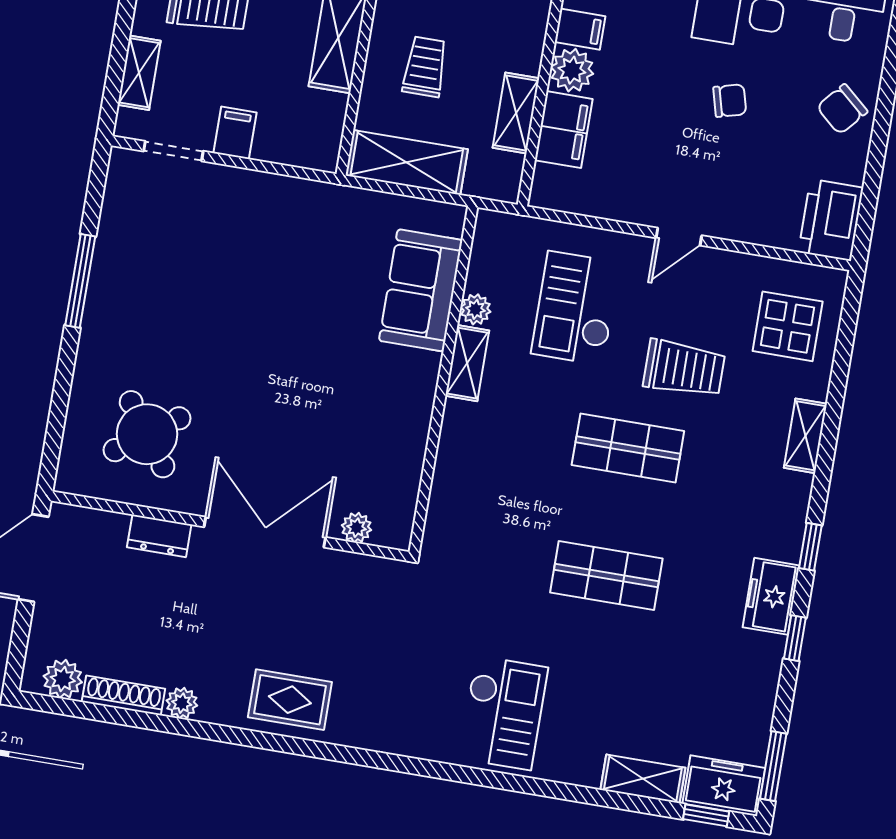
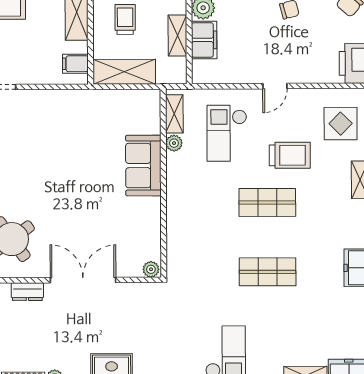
filing cabinet: (235, 133) -> (75, 64), moved, turned -90
sofa: (421, 290) -> (143, 166), moved
shelving: (467, 363) -> (174, 114), moved
plant: (356, 528) -> (151, 269), moved

